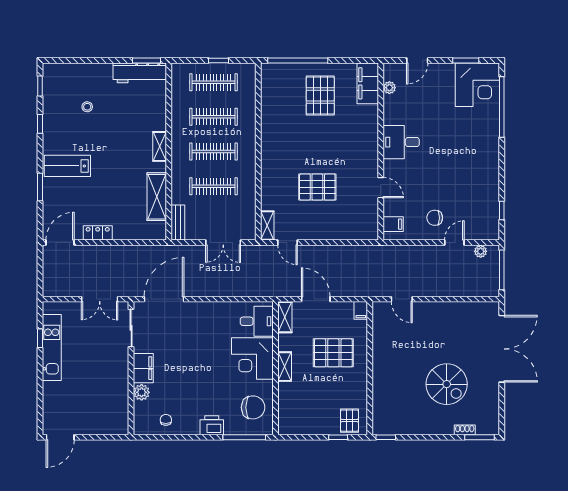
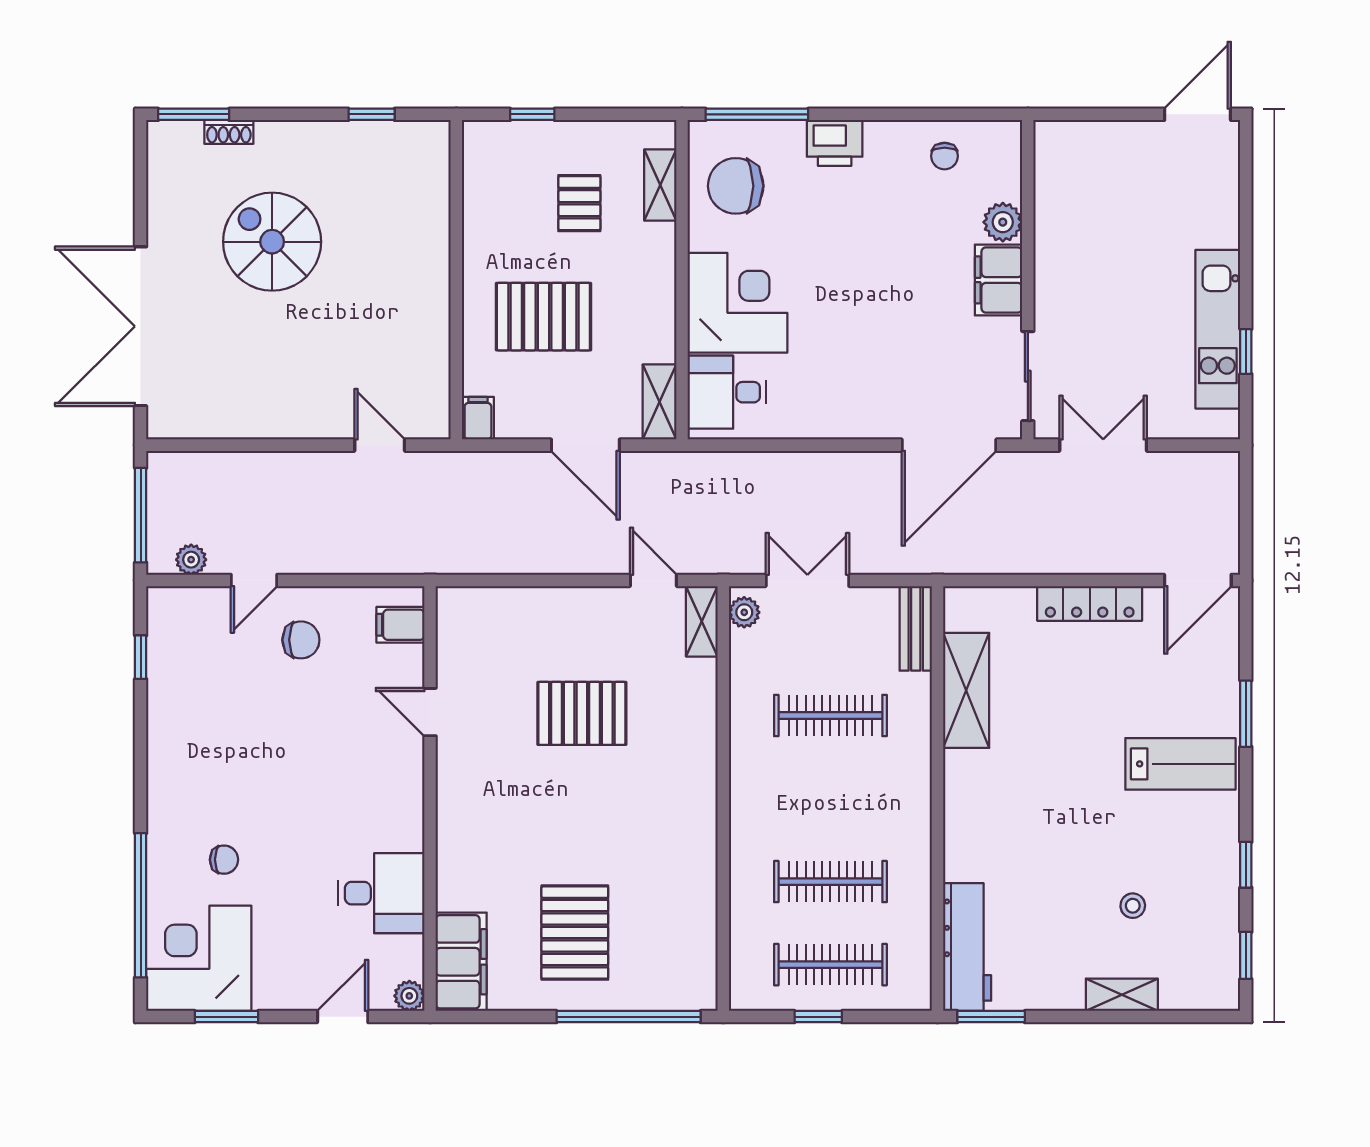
workbench: (140, 73) -> (967, 947), moved, turned 90
plant: (389, 88) -> (409, 996), moved
chair: (467, 126) -> (224, 860), added
desk: (401, 142) -> (381, 893), moved
shelving: (160, 146) -> (1122, 995), moved, turned 90
clothes rail: (214, 152) -> (830, 799), removed
plant: (249, 229) -> (744, 612), added
locker: (98, 233) -> (1090, 603), width x1.53
shelving: (285, 367) -> (660, 185), moved
pallet: (349, 421) -> (579, 203), moved
window: (386, 437) -> (372, 114), moved

